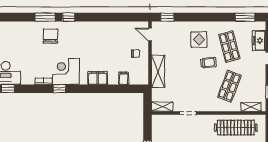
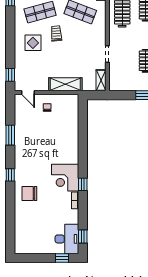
window: (45, 17) -> (10, 135), moved
door: (150, 35) -> (28, 93), hinge flipped
filing cabinet: (98, 78) -> (72, 146), removed
filing cabinet: (124, 78) -> (72, 119), removed

